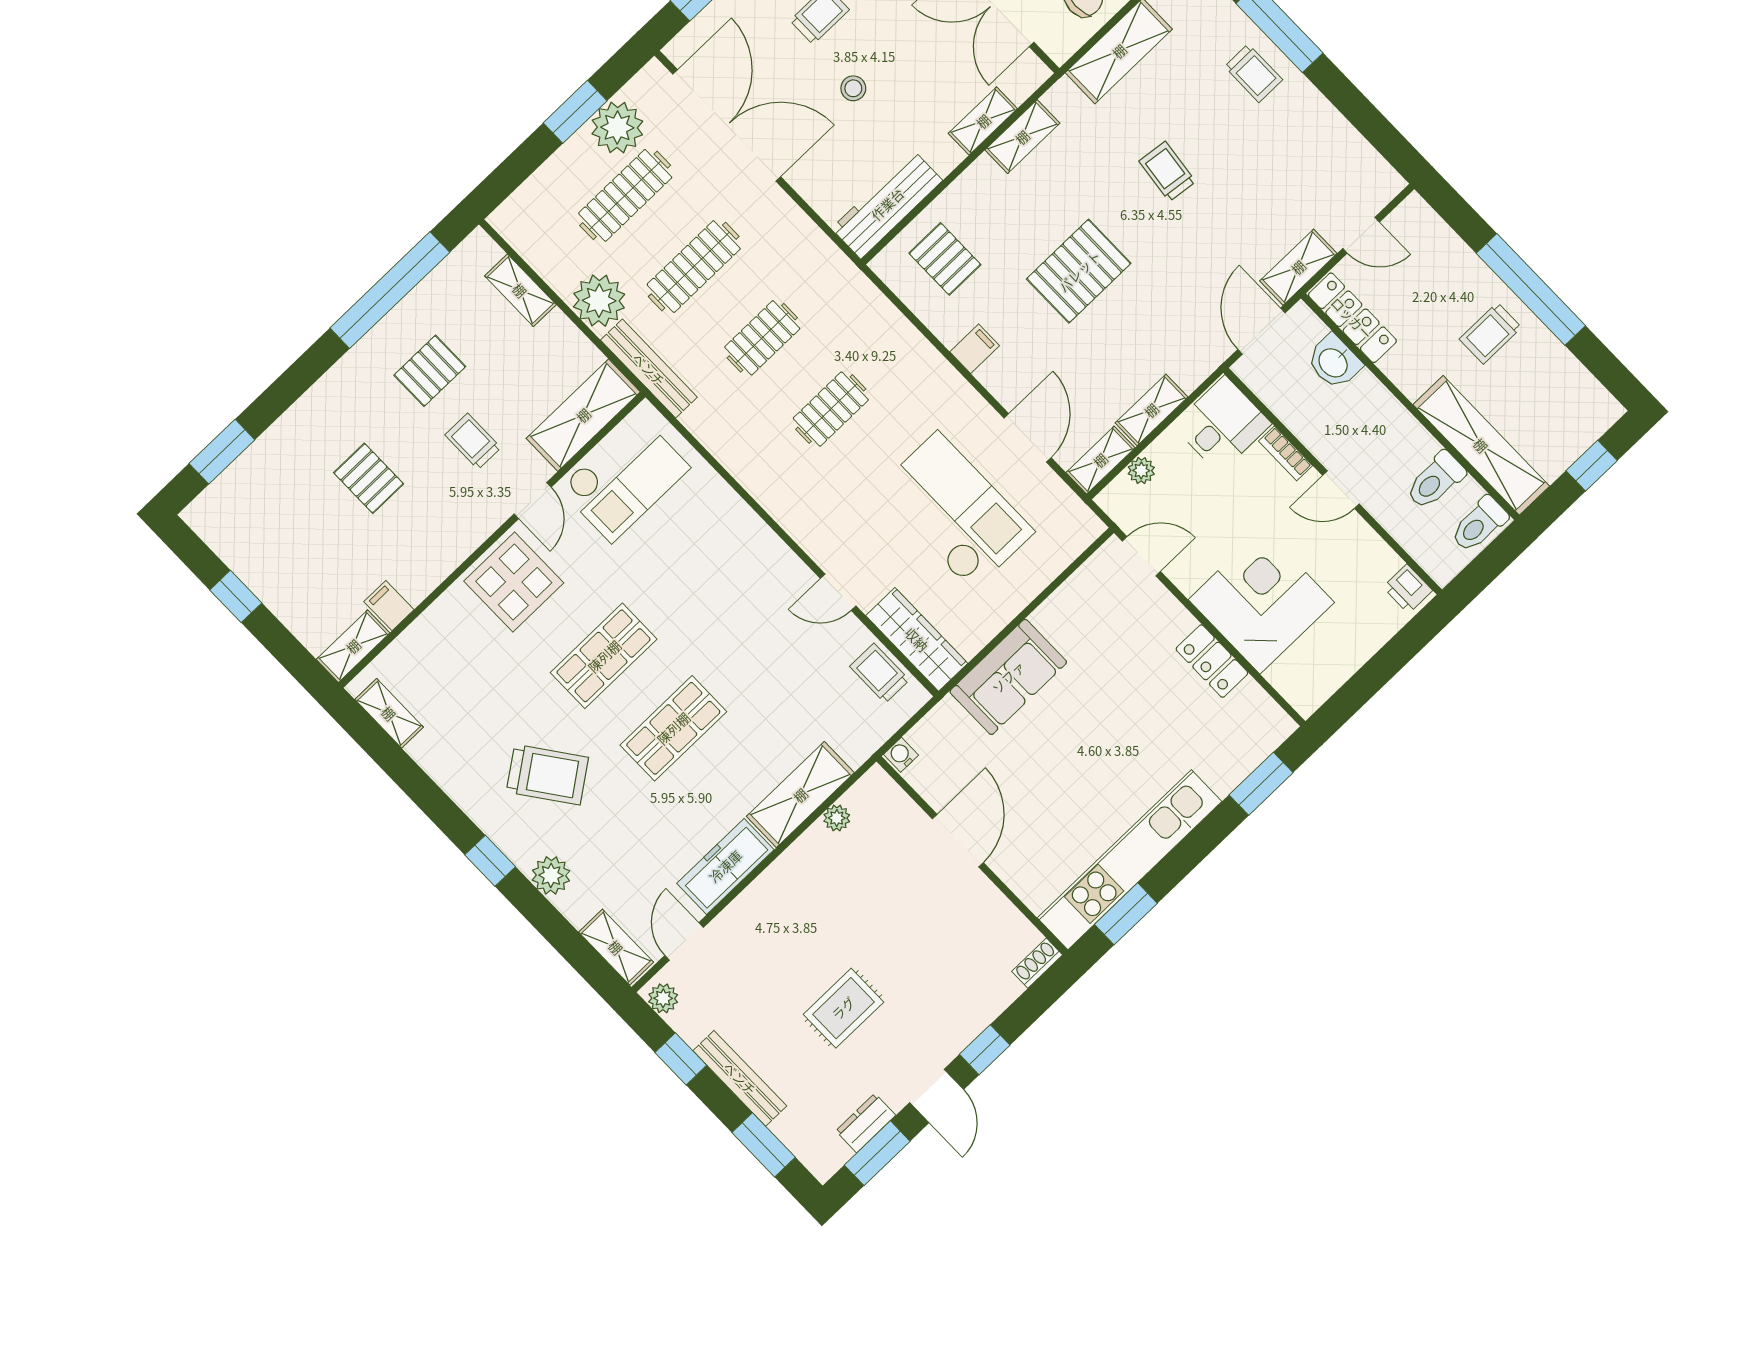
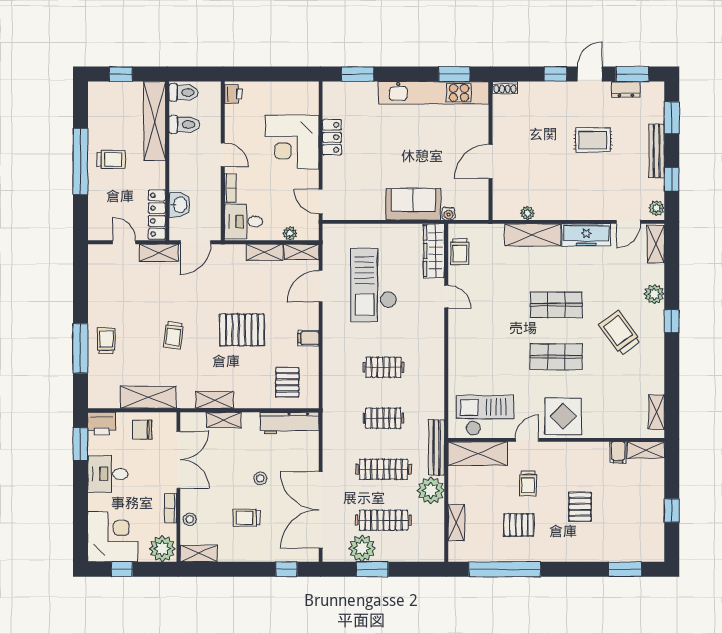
water cooler: (901, 755) -> (449, 214), moved

